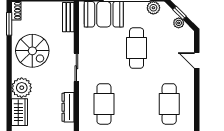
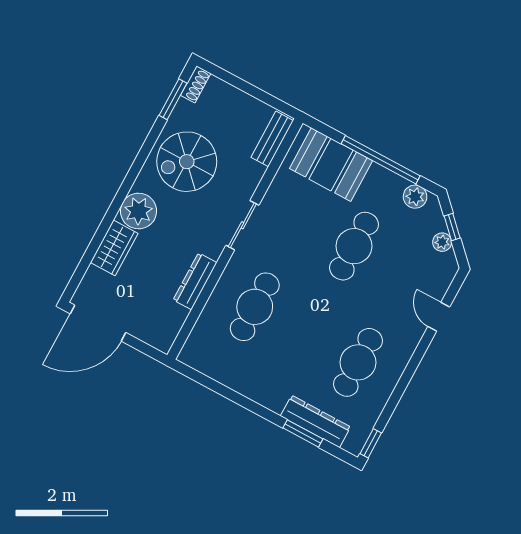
spiral stairs: (32, 51) -> (187, 162), turned 90

